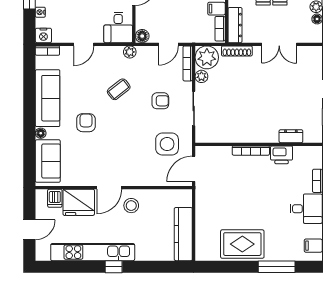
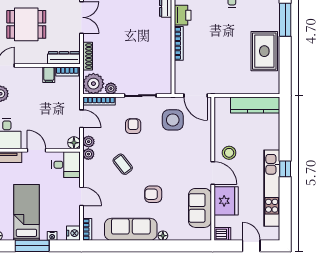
plant: (143, 52) -> (89, 142), added
sofa: (48, 161) -> (200, 208), moved, turned -90
dishwasher: (55, 198) -> (222, 234), moved

